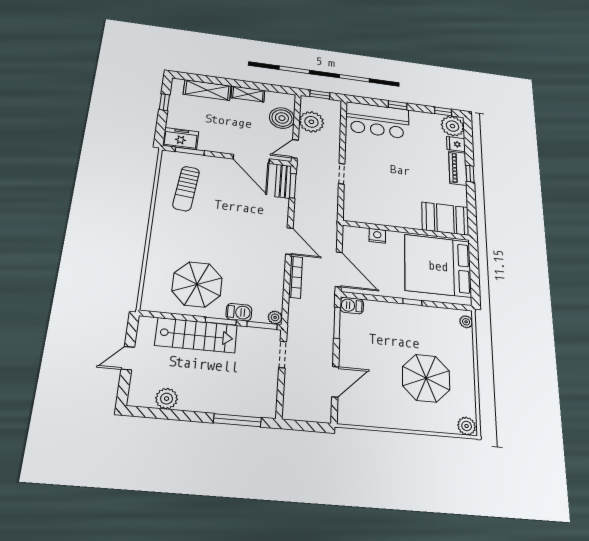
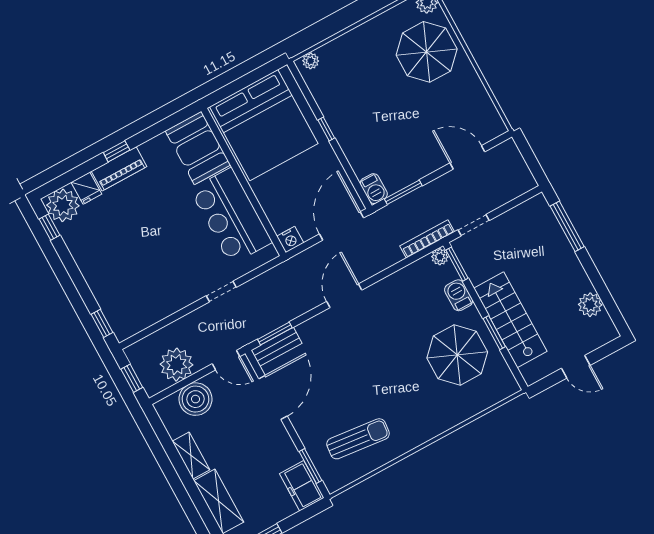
window: (398, 105) -> (102, 323), moved
bar counter: (377, 120) -> (231, 216), moved, turned 180
nightstand: (377, 236) -> (290, 239), moved, turned -90
bookcase: (296, 277) -> (427, 239), moved
window: (221, 321) -> (494, 333), moved
parasol: (426, 378) -> (427, 52), moved

